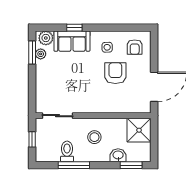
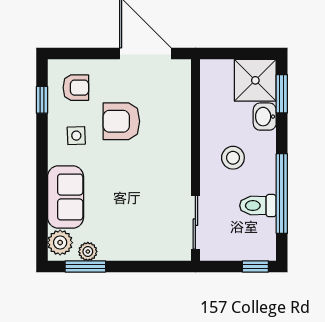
window: (74, 28) -> (42, 100), moved
shower: (139, 130) -> (255, 80), moved
window: (32, 139) -> (255, 266), moved
window: (74, 165) -> (282, 194), width x1.46

